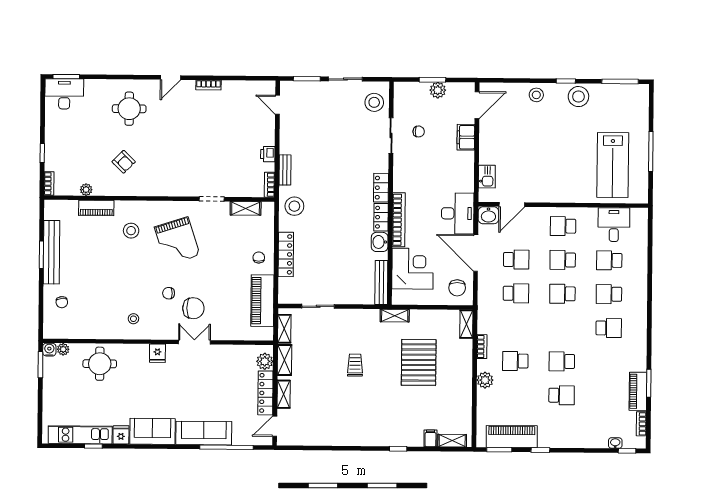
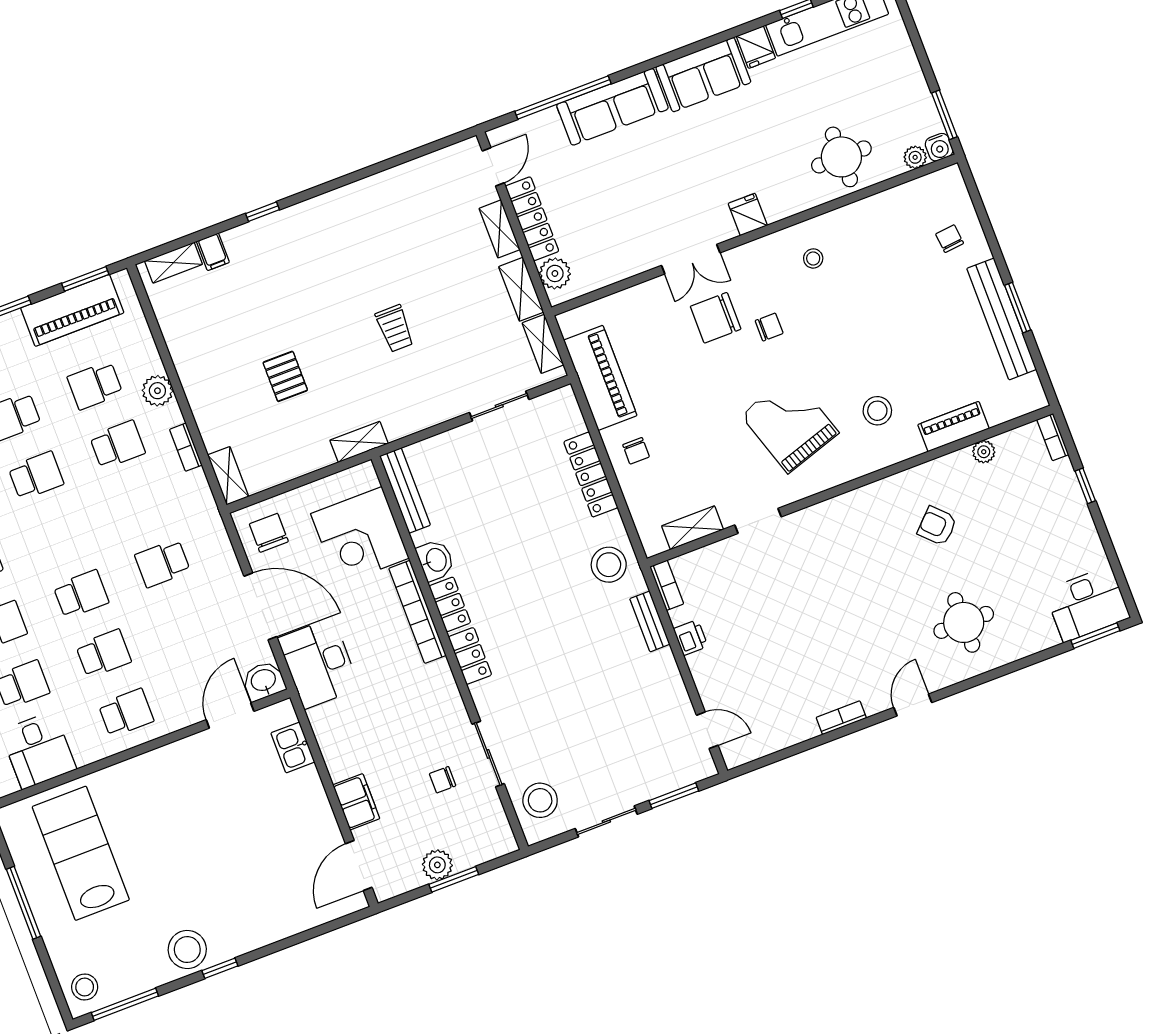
stool: (536, 95) -> (85, 987), moved
school desk: (516, 260) -> (95, 385), moved
pallet: (419, 362) -> (285, 376), width x0.49, depth x0.50

